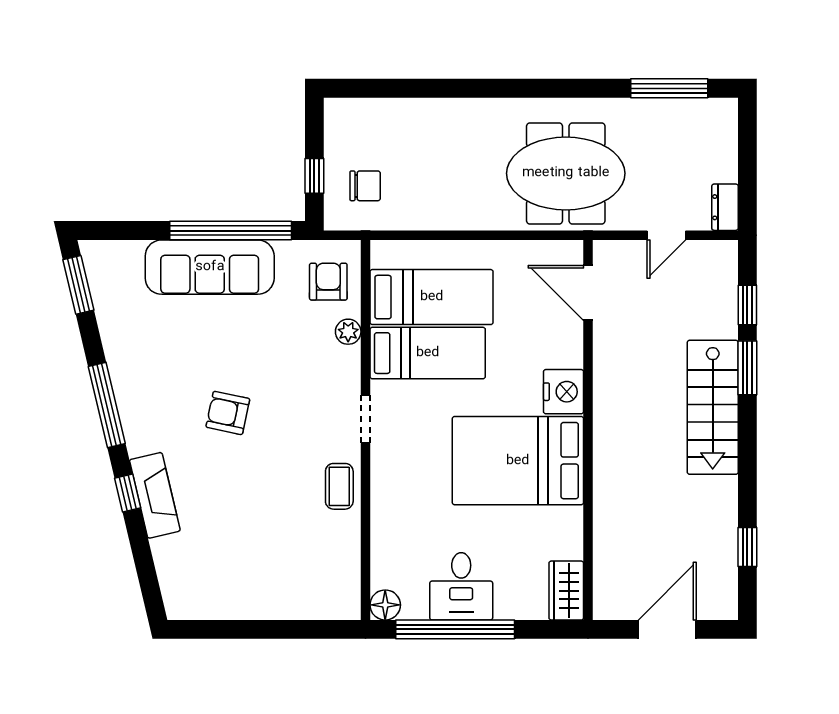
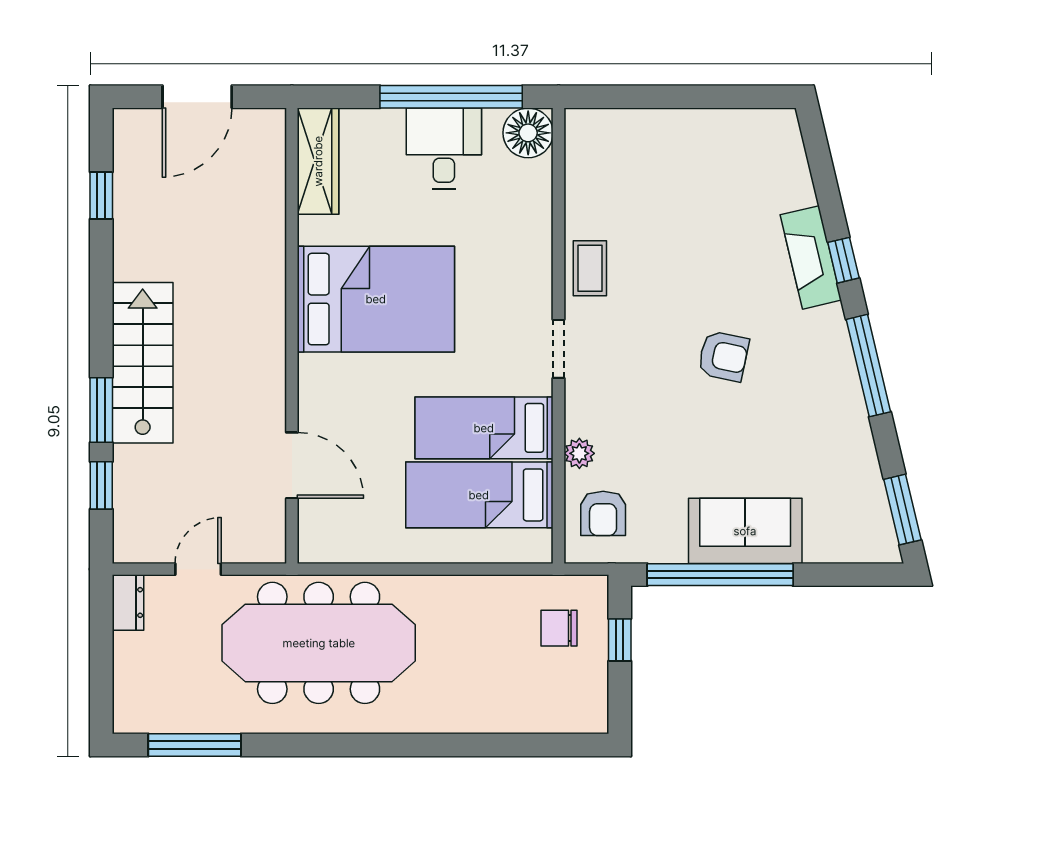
meeting table: (566, 173) -> (319, 643), width x1.36
sofa: (210, 267) -> (745, 531), width x0.73
door: (588, 293) -> (292, 465), moved
nightstand: (564, 392) -> (321, 382), removed
wardrobe: (566, 591) -> (318, 161), width x1.50
floor lamp: (385, 605) -> (528, 133), width x1.38, depth x1.38

